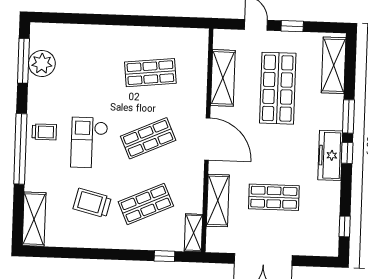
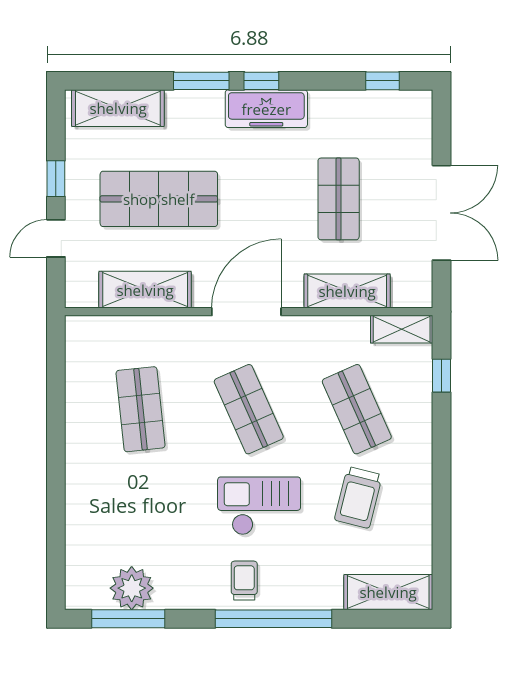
checkout: (89, 143) -> (259, 506), turned 180

